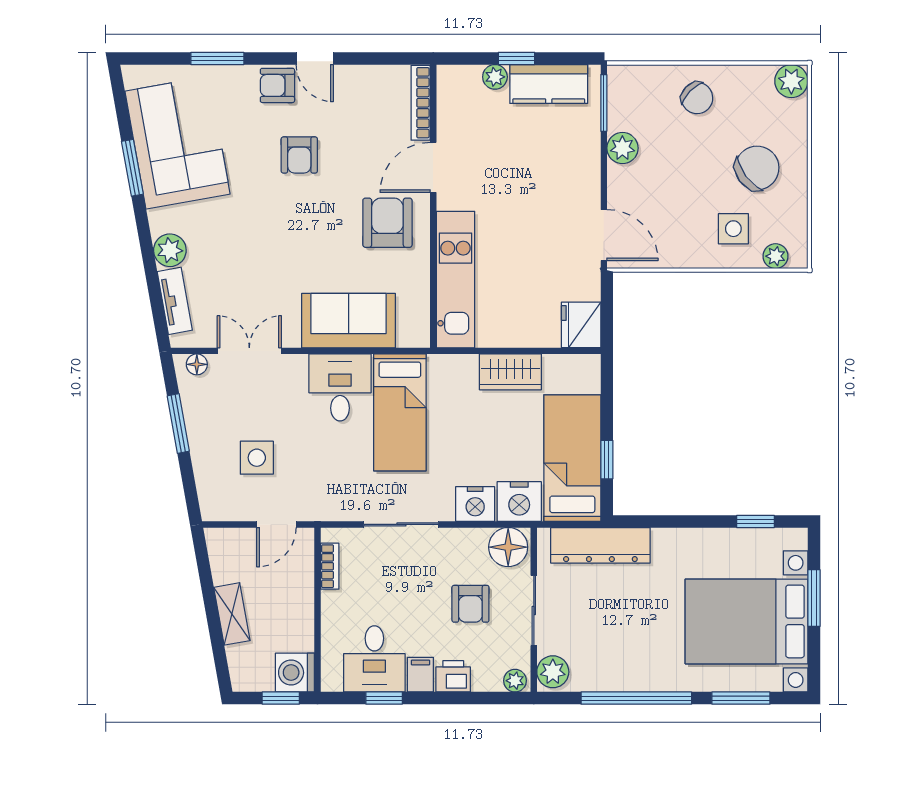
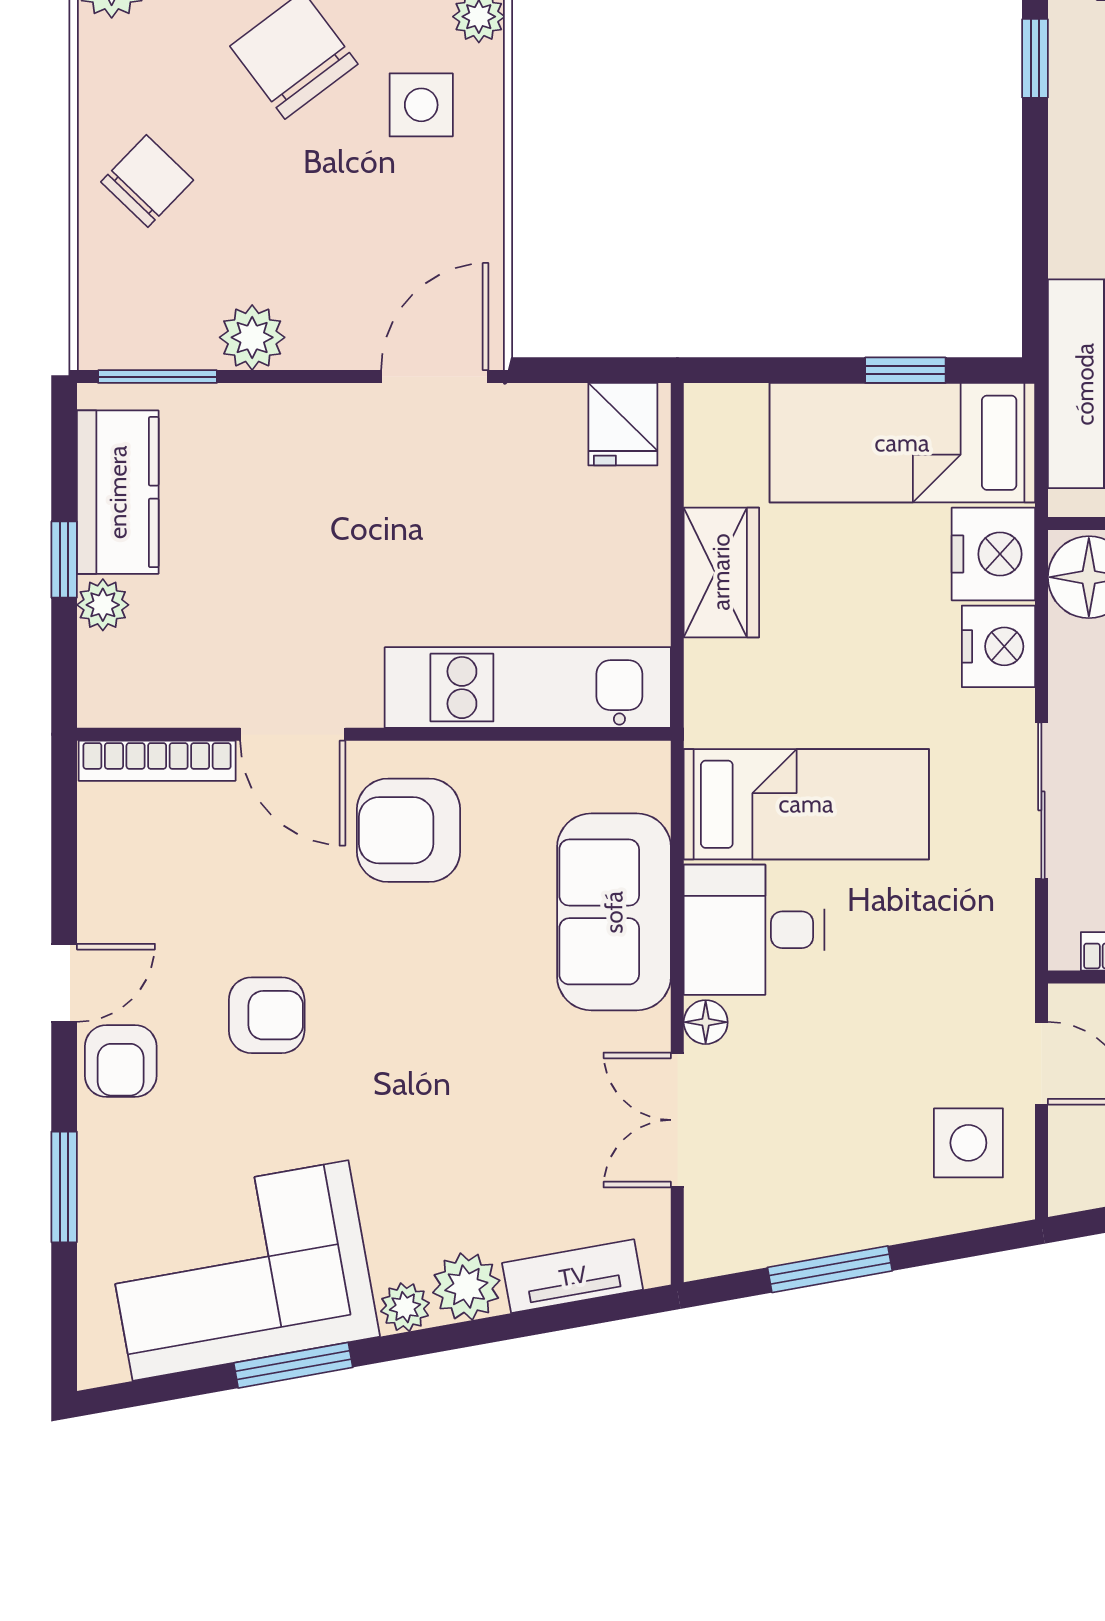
plant: (160, 221) -> (405, 1307), added
fridge: (581, 325) -> (623, 424), width x0.72
floor lamp: (197, 364) -> (706, 1022), moved
side table: (257, 458) -> (968, 1143), moved

